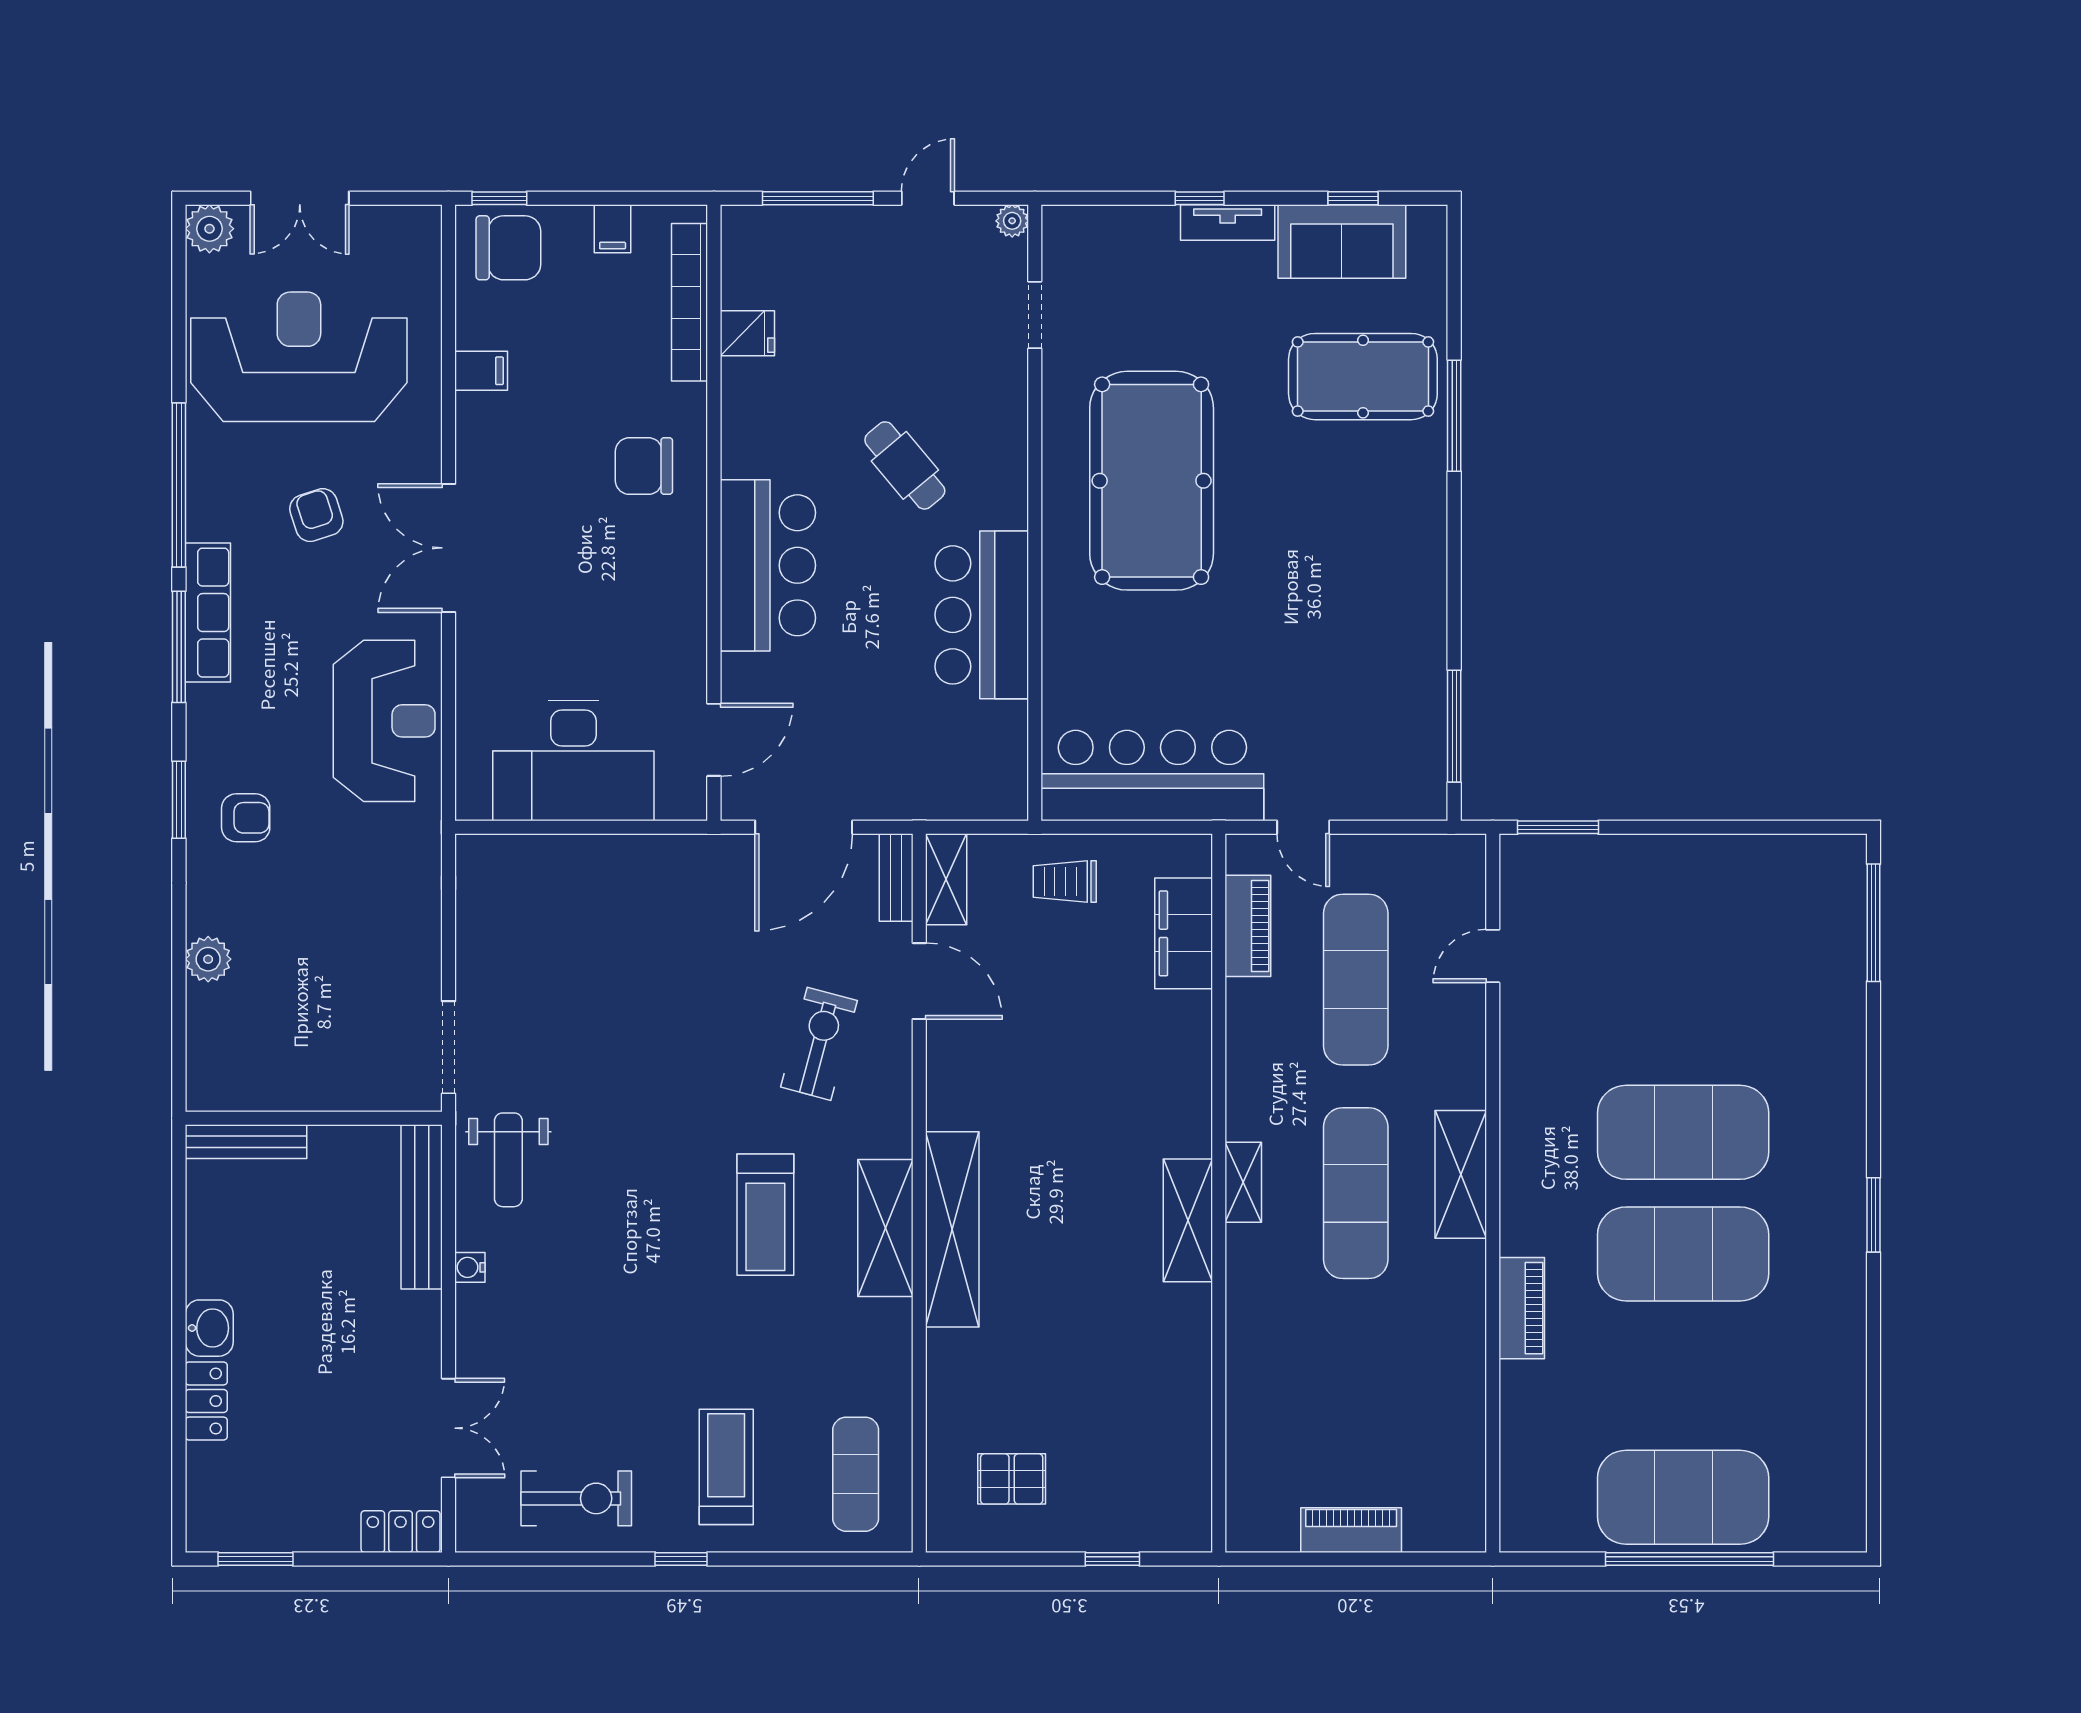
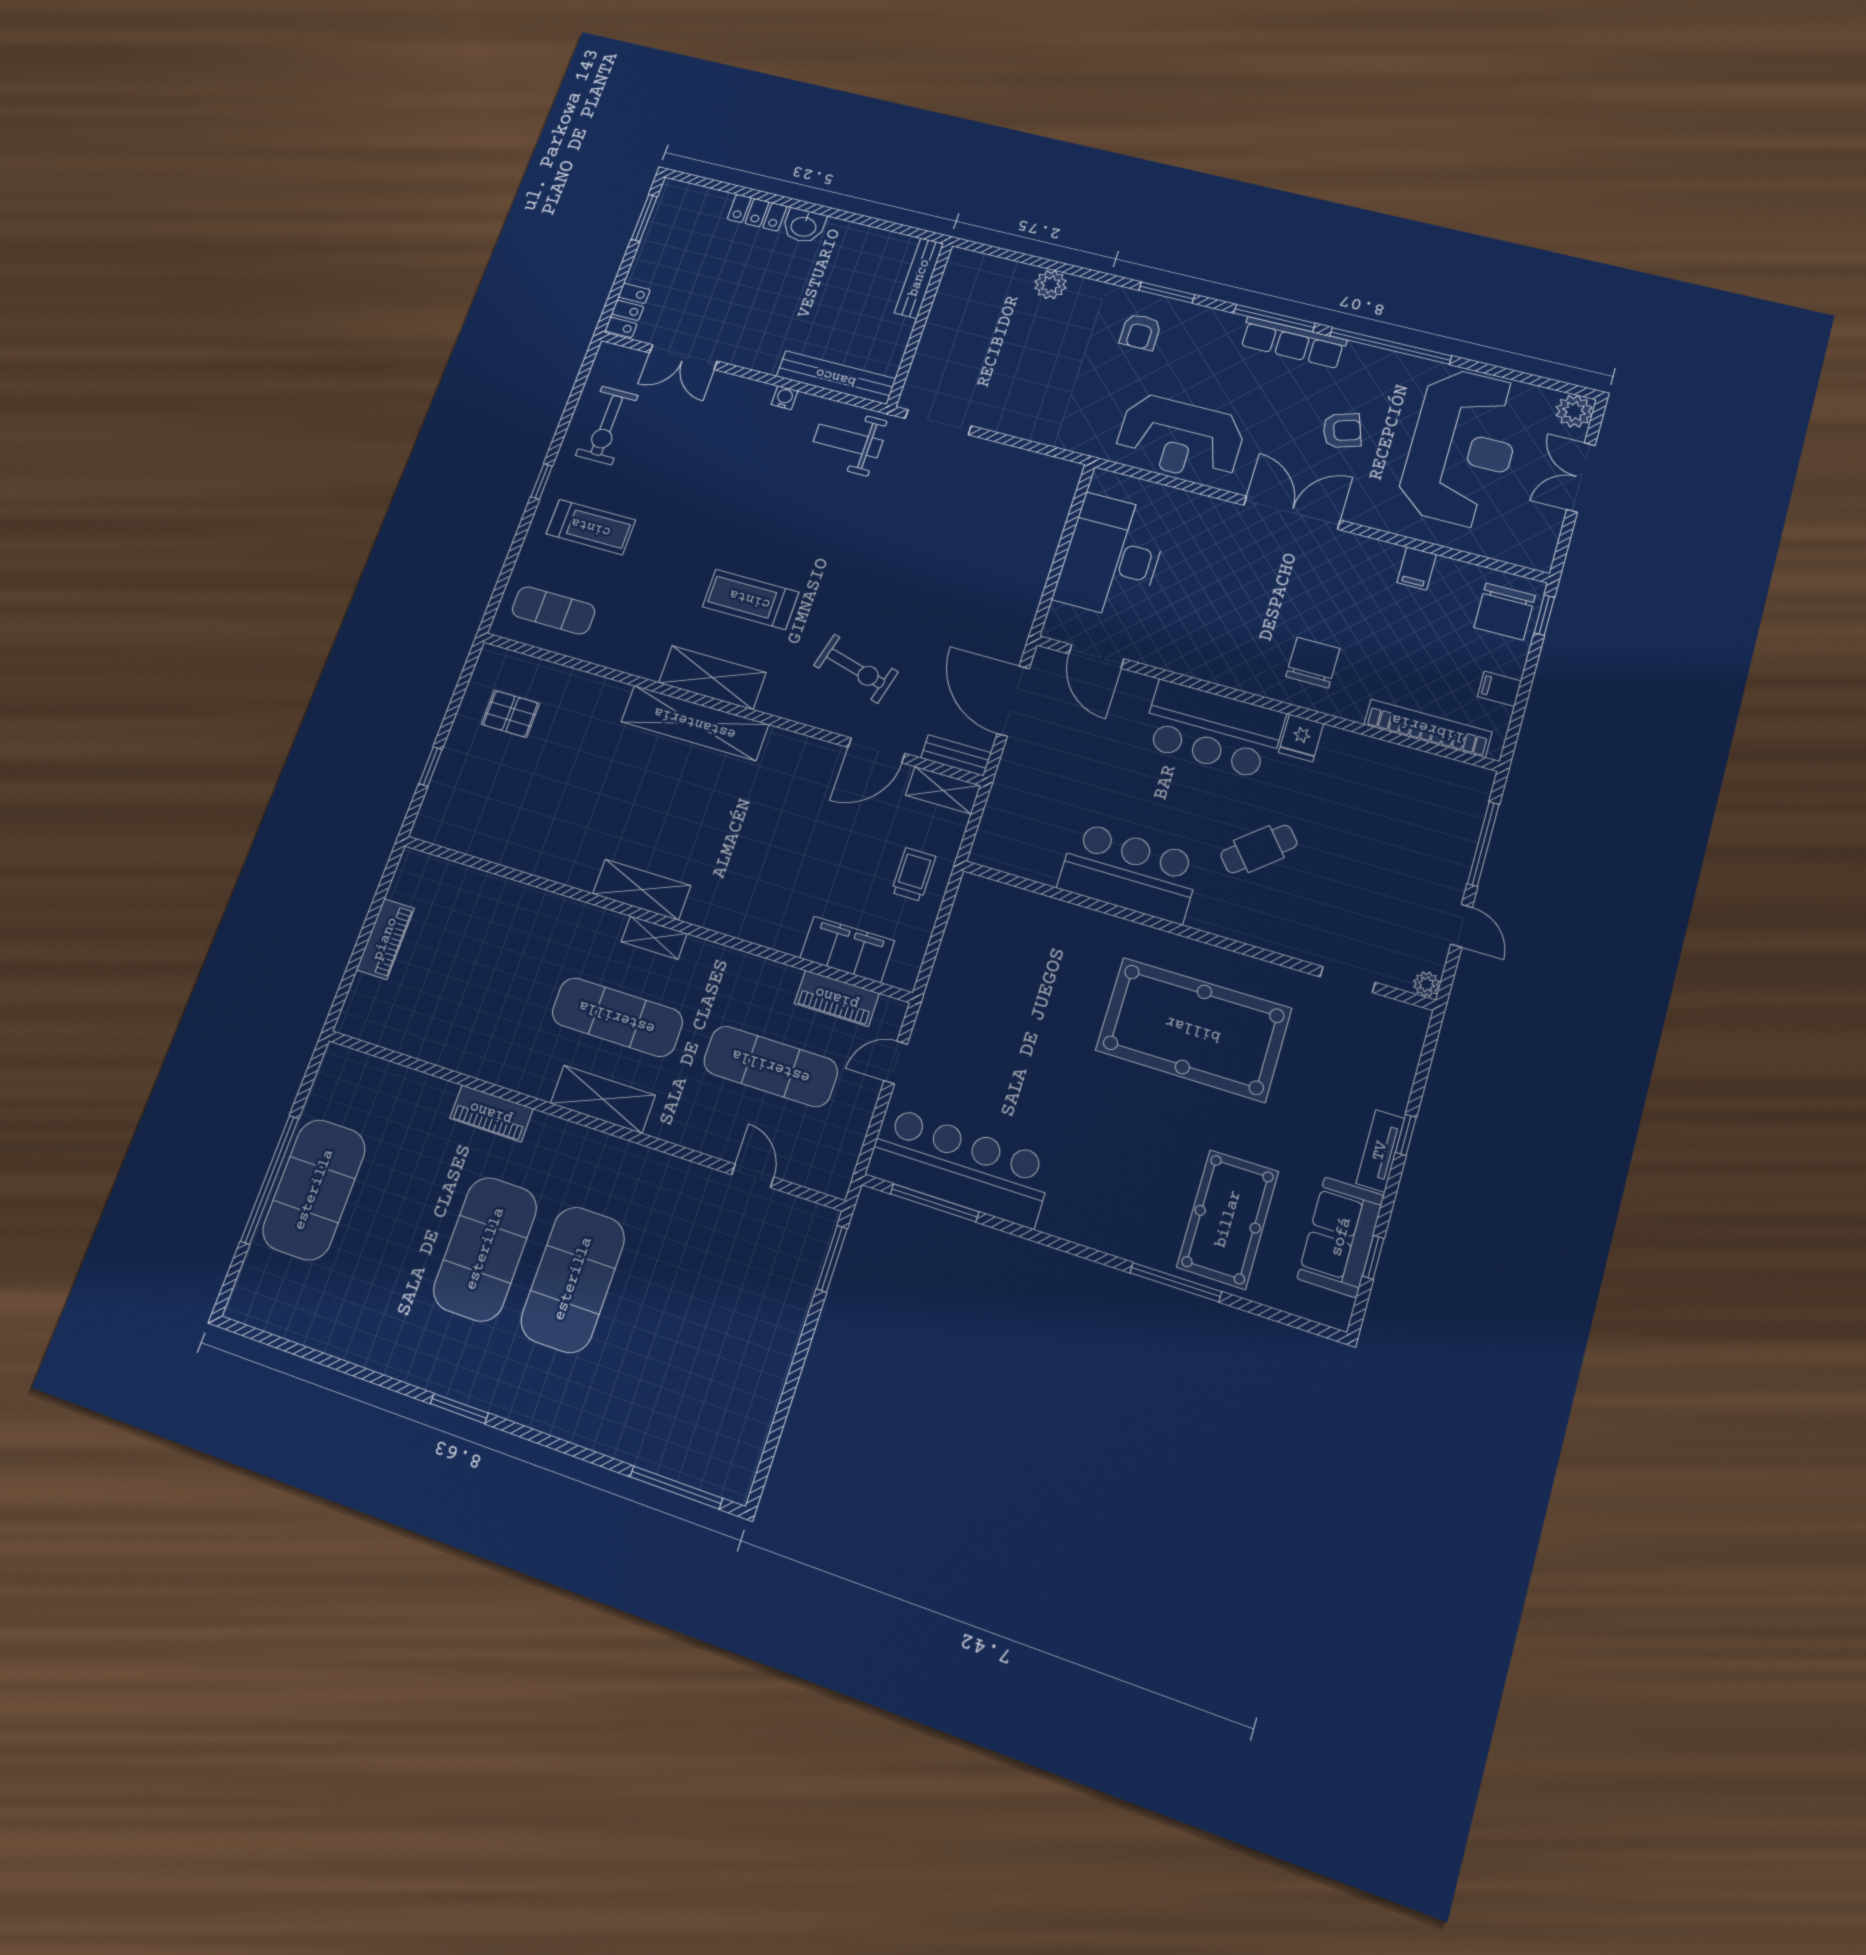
fridge: (747, 333) -> (1301, 738), moved
bar counter: (1152, 776) -> (960, 1167), moved, turned -90
pallet: (1012, 1479) -> (510, 714), turned 90

